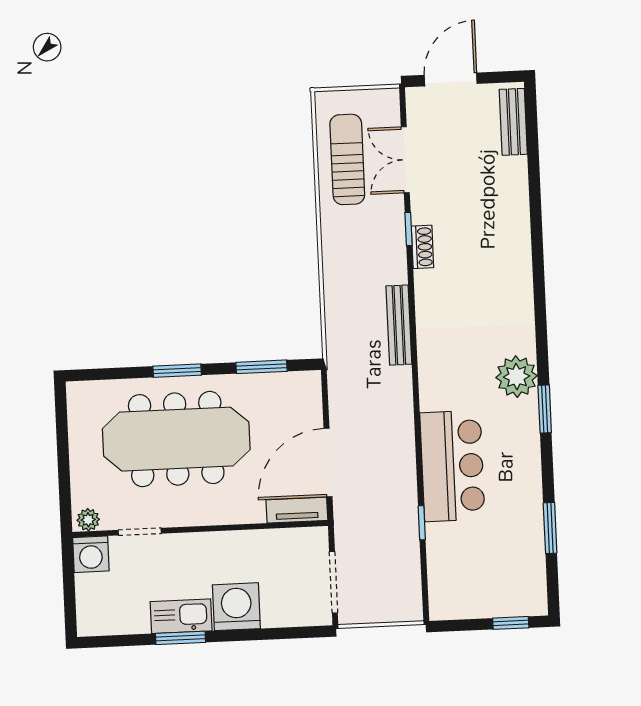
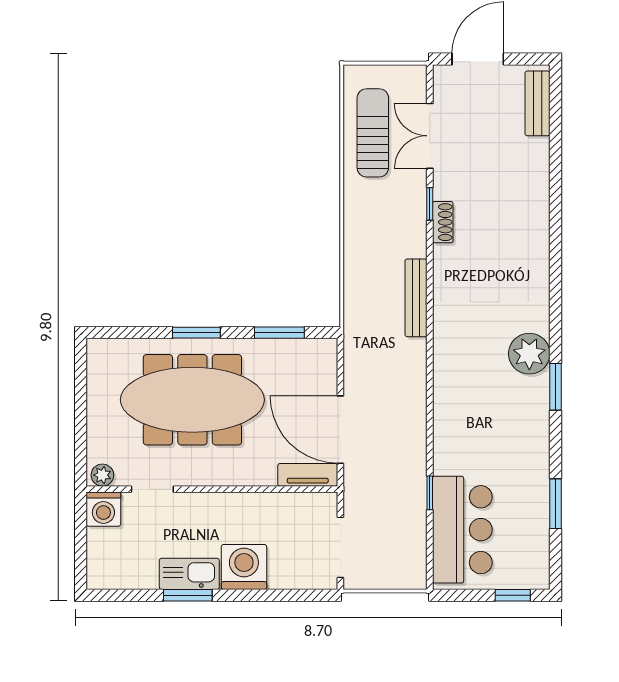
door: (328, 463) -> (340, 430), hinge flipped
bar counter: (452, 466) -> (462, 530), moved

